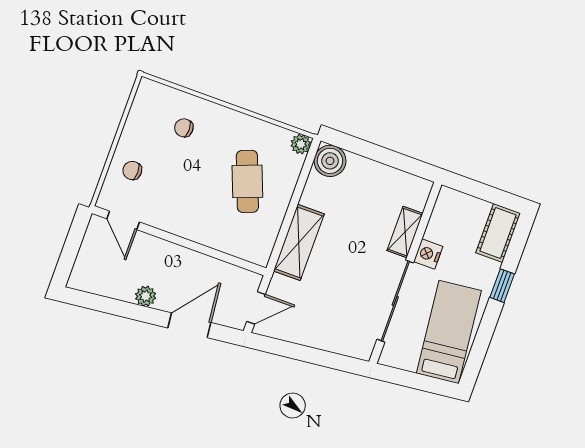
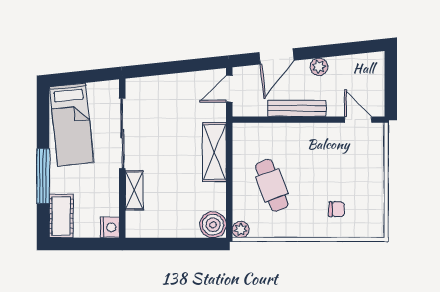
chair: (132, 170) -> (365, 161), removed
nightstand: (428, 254) -> (110, 227), moved
bench: (188, 258) -> (297, 108), added
window: (502, 286) -> (43, 176), width x2.17

